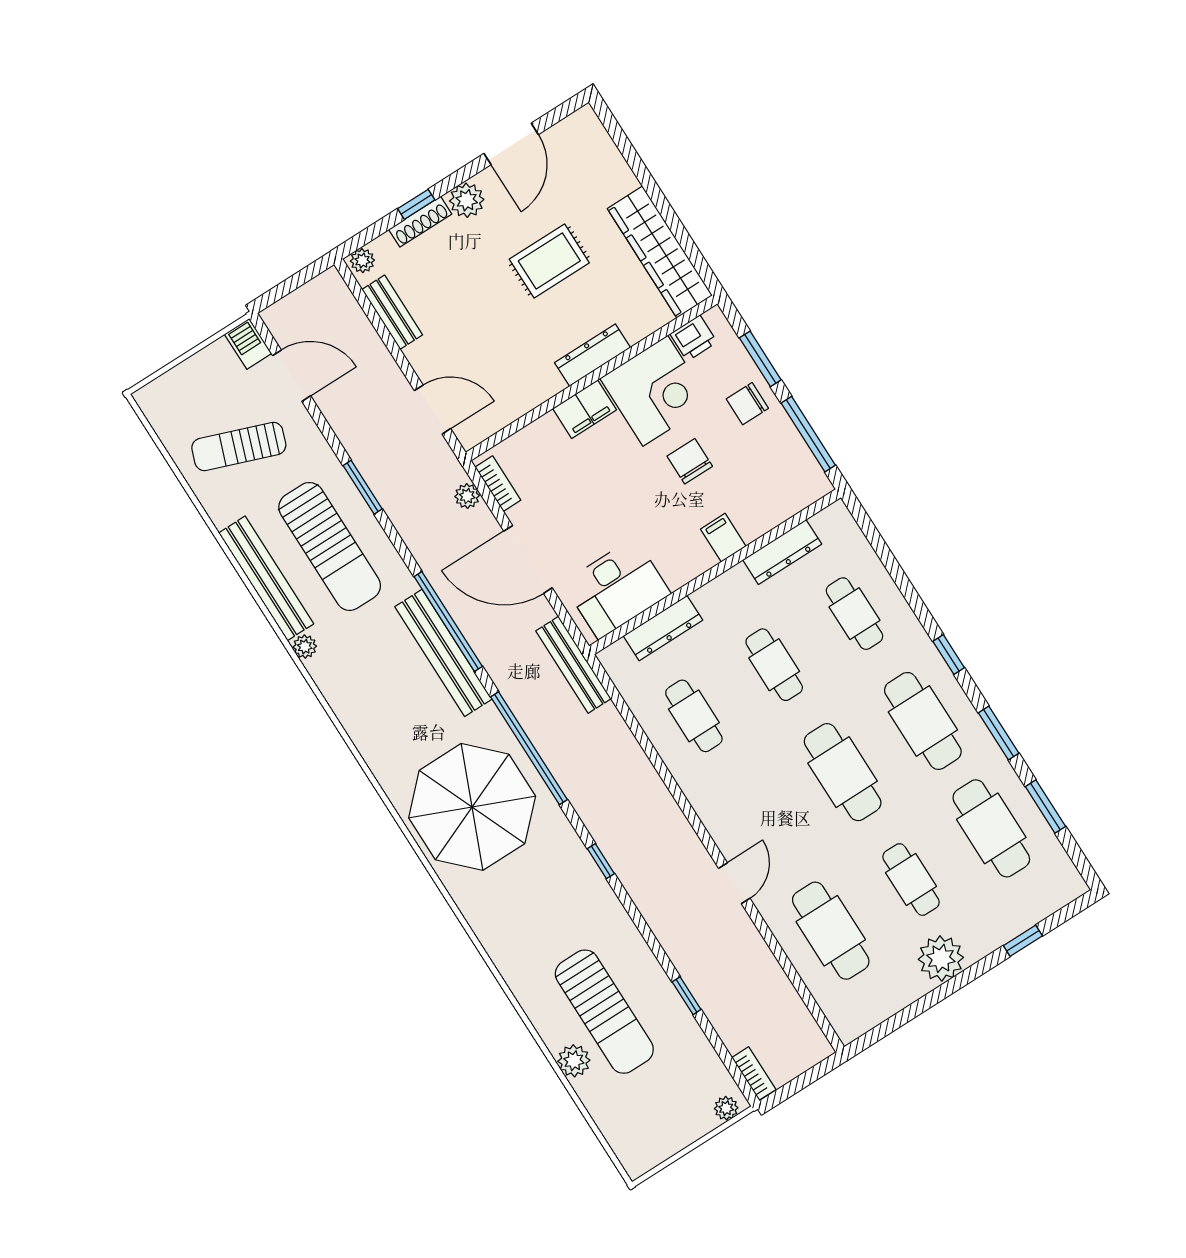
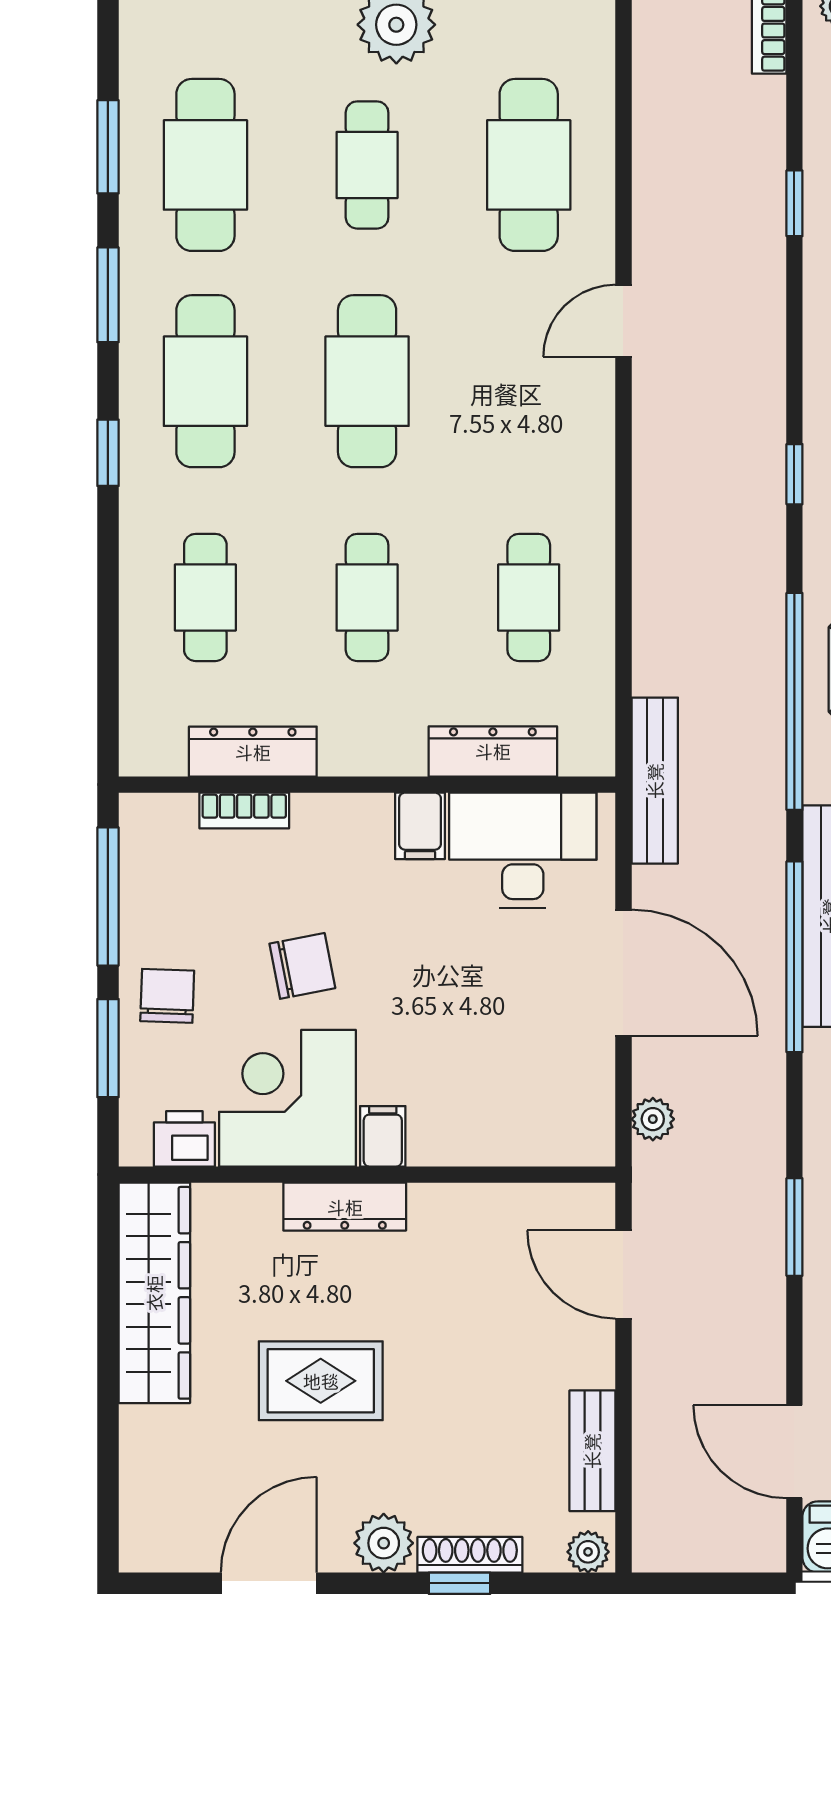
chair: (747, 404) -> (167, 996), turned -88
filing cabinet: (585, 409) -> (383, 1136), width x0.50
chair: (690, 461) -> (302, 966), turned -101
bookcase: (498, 484) -> (244, 810), moved, turned -90
filing cabinet: (723, 538) -> (420, 826), moved

